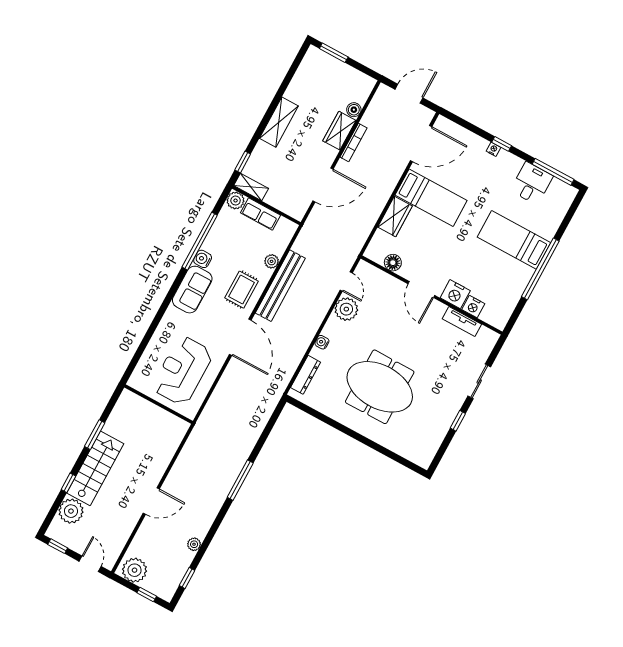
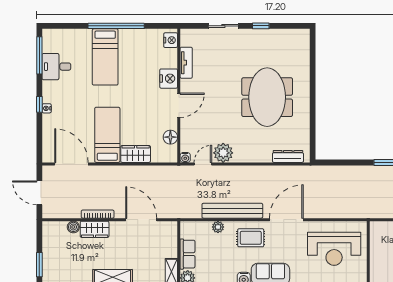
nightstand: (473, 307) -> (171, 40), moved
water cooler: (322, 342) -> (185, 157), moved

